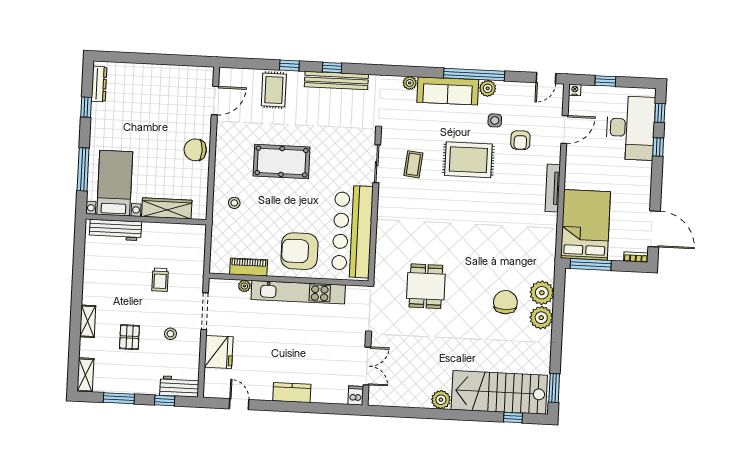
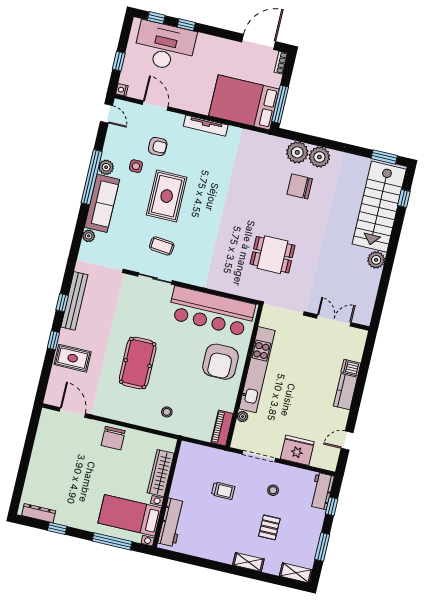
piano: (249, 267) -> (222, 428), moved
pallet: (129, 337) -> (269, 527), turned 90
dishwasher: (356, 396) -> (351, 368), moved

